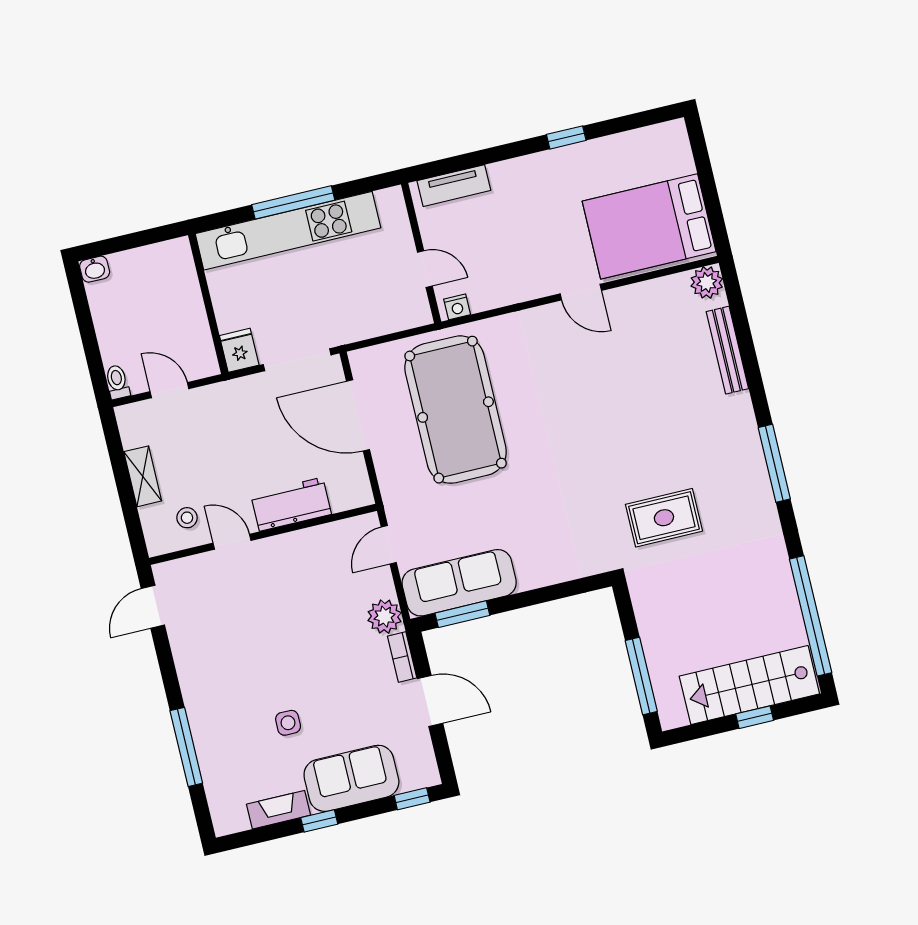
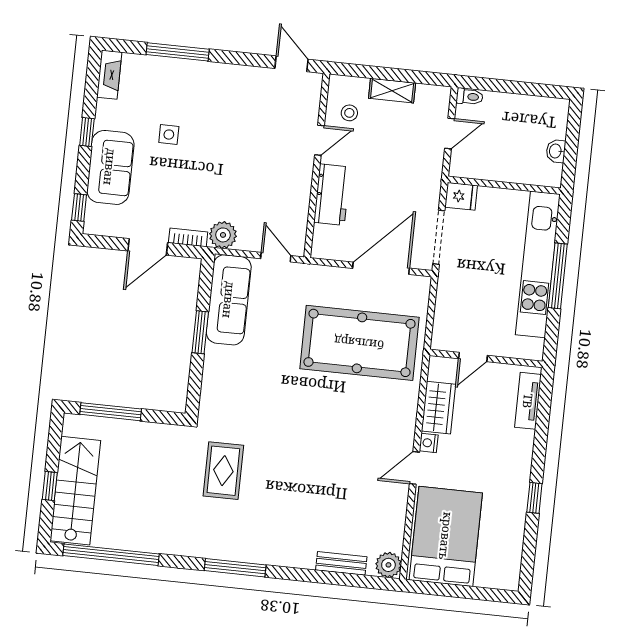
washbasin: (95, 269) -> (556, 151), moved
wardrobe: (499, 289) -> (438, 408), added
nightstand: (457, 307) -> (429, 443), moved
bench: (727, 350) -> (341, 563), width x0.73
window: (462, 614) -> (200, 332), moved
fireplace: (279, 810) -> (109, 75), moved

